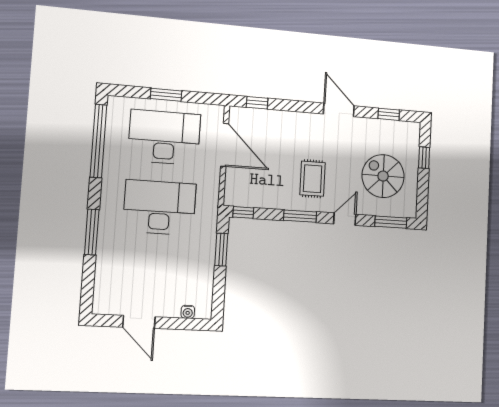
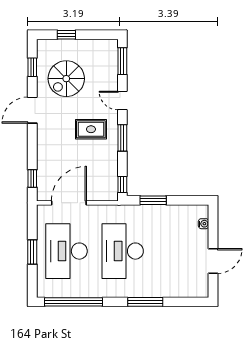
spiral stairs: (383, 176) -> (66, 79), moved

